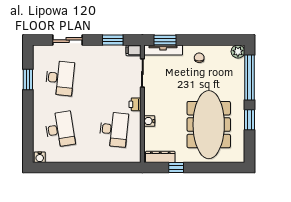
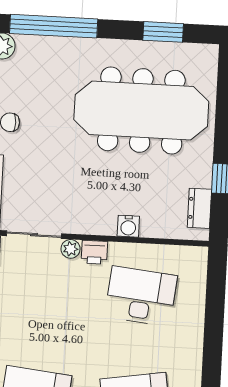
plant: (136, 92) -> (70, 249), added
window: (250, 120) -> (163, 32), moved
dresser: (160, 157) -> (199, 208), width x0.70

